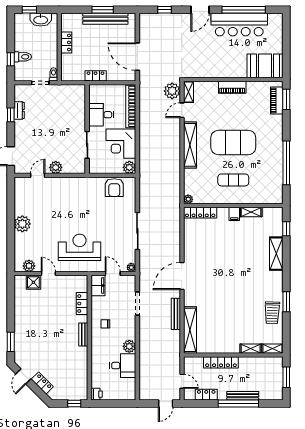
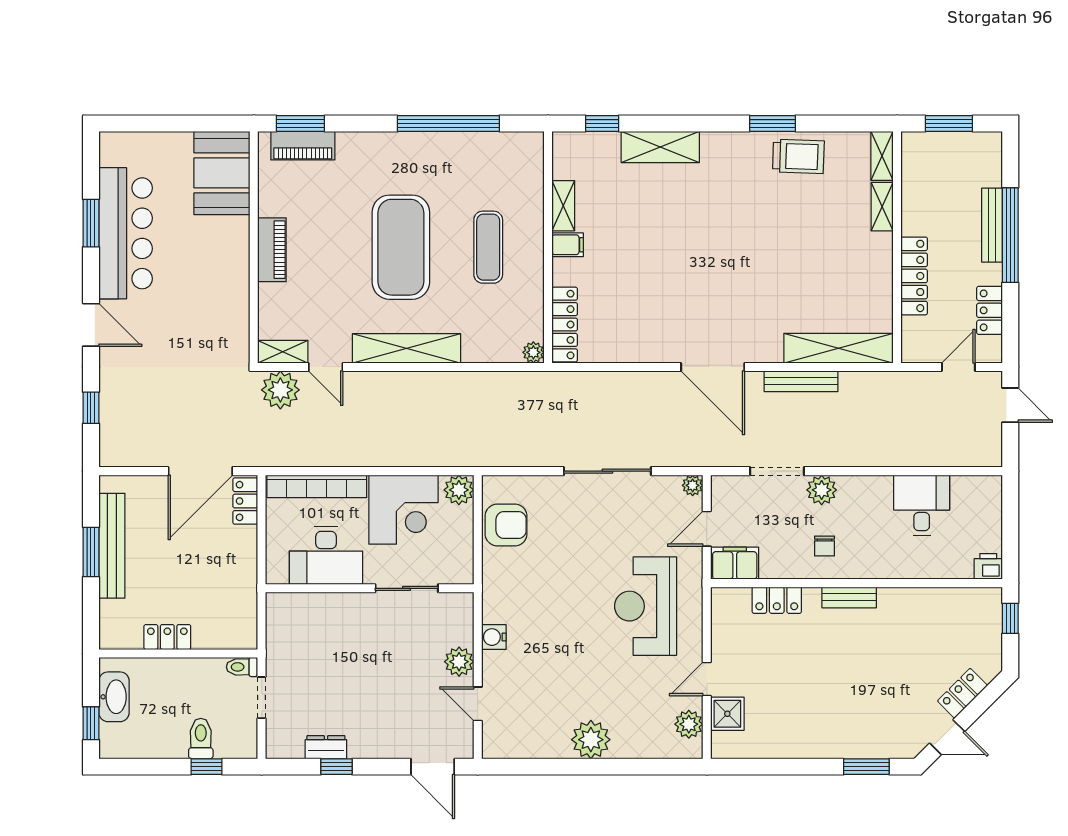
window: (244, 10) -> (91, 223), width x0.47
locker: (96, 76) -> (245, 501), moved
desk: (101, 115) -> (326, 556), width x1.37
water cooler: (66, 182) -> (494, 637), added
plant: (129, 346) -> (822, 490), moved

